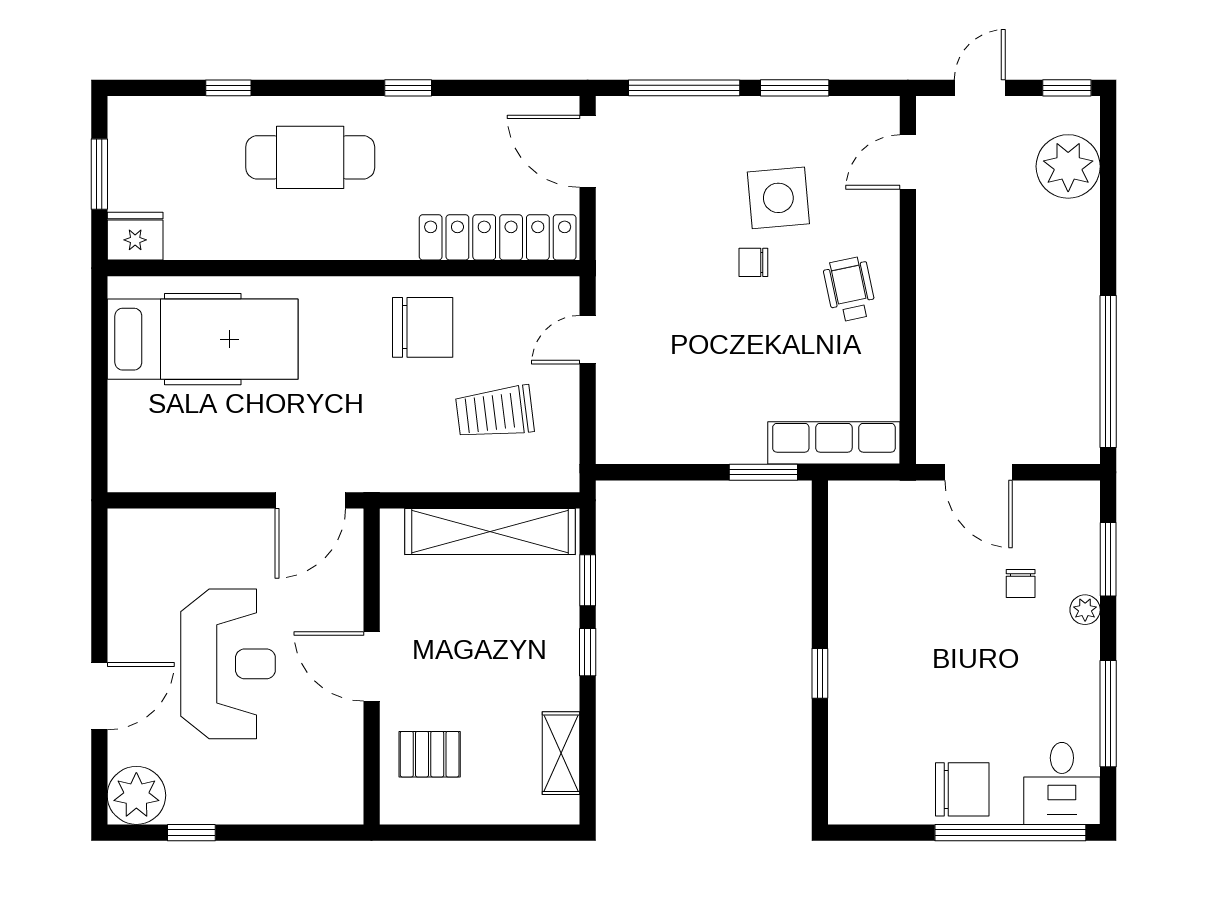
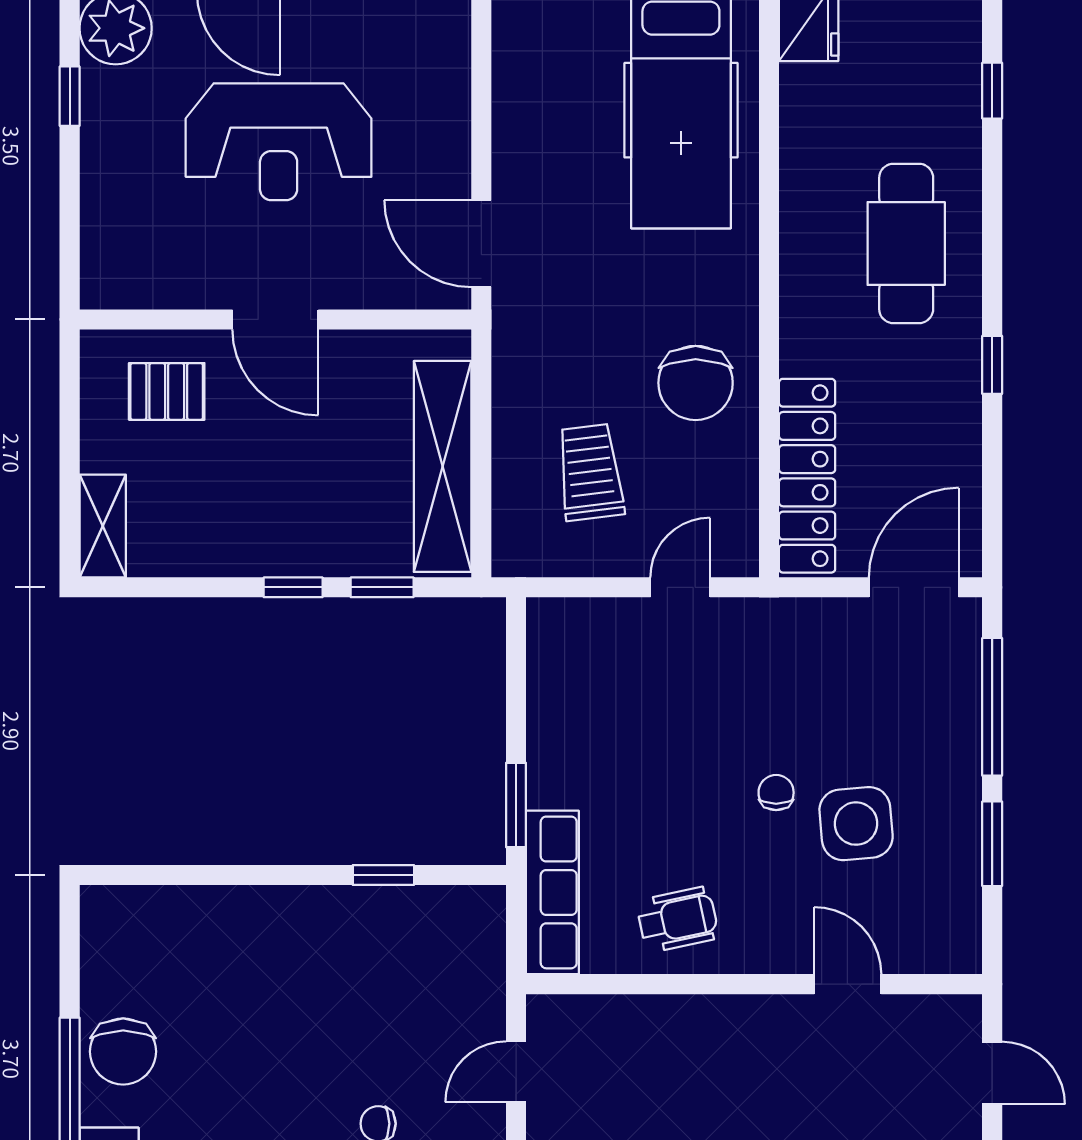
window: (228, 88) -> (992, 91), moved
door: (908, 162) -> (848, 984), moved
wheelchair: (850, 289) -> (678, 919), moved
door: (588, 340) -> (680, 587), hinge flipped
door: (979, 472) -> (516, 1072), width x0.73
door: (372, 666) -> (275, 319), swing flipped
window: (820, 673) -> (383, 875), moved
shelving: (561, 753) -> (103, 526), moved, turned 90
pallet: (430, 754) -> (167, 391), turned 90

